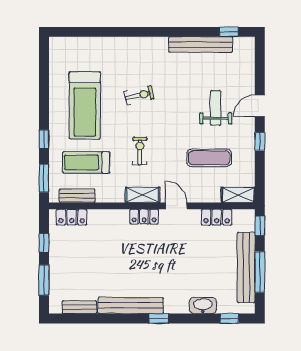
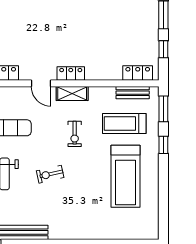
exercise bike: (139, 95) -> (50, 174), moved
treadmill: (85, 105) -> (126, 176), turned 180
treadmill: (86, 162) -> (124, 123), turned 180

